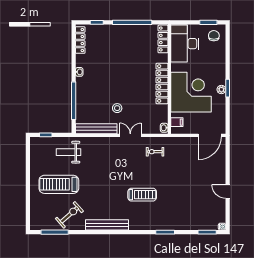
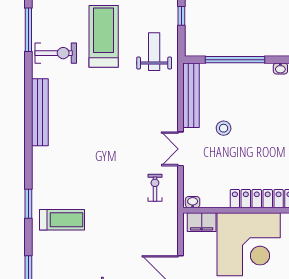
filing cabinet: (177, 122) -> (202, 222), width x2.00
double door: (130, 135) -> (181, 149), swing flipped
treadmill: (142, 195) -> (62, 220), moved, turned -90
exercise bike: (69, 215) -> (56, 53), turned -49

